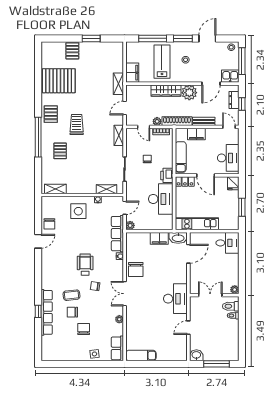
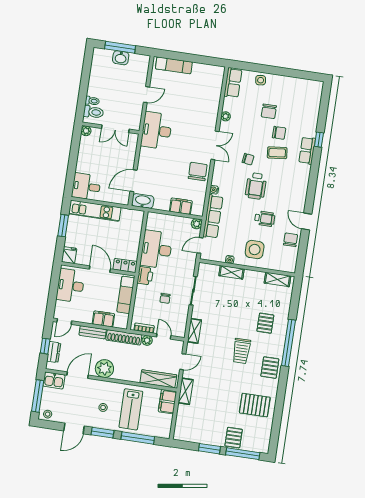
window: (63, 38) -> (243, 454), added
pallet: (59, 81) -> (255, 405), width x0.73, depth x0.71
wardrobe: (166, 91) -> (158, 379), moved
door: (229, 127) -> (64, 322), hinge flipped
shelving: (107, 189) -> (232, 272), moved
kitchen unit: (197, 224) -> (95, 211), moved
wheelchair: (74, 238) -> (265, 219), added
filing cabinet: (159, 238) -> (181, 206), moved
door: (38, 241) -> (307, 222), hinge flipped
row of seats: (47, 312) -> (307, 151), width x0.50
washbasin: (196, 355) -> (121, 58), moved
exam couch: (141, 356) -> (174, 65), moved

